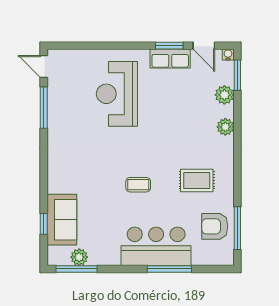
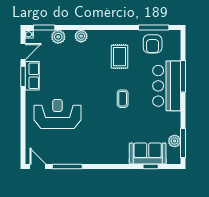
door: (44, 67) -> (38, 166), swing flipped
reception desk: (117, 94) -> (57, 114), turned 180

